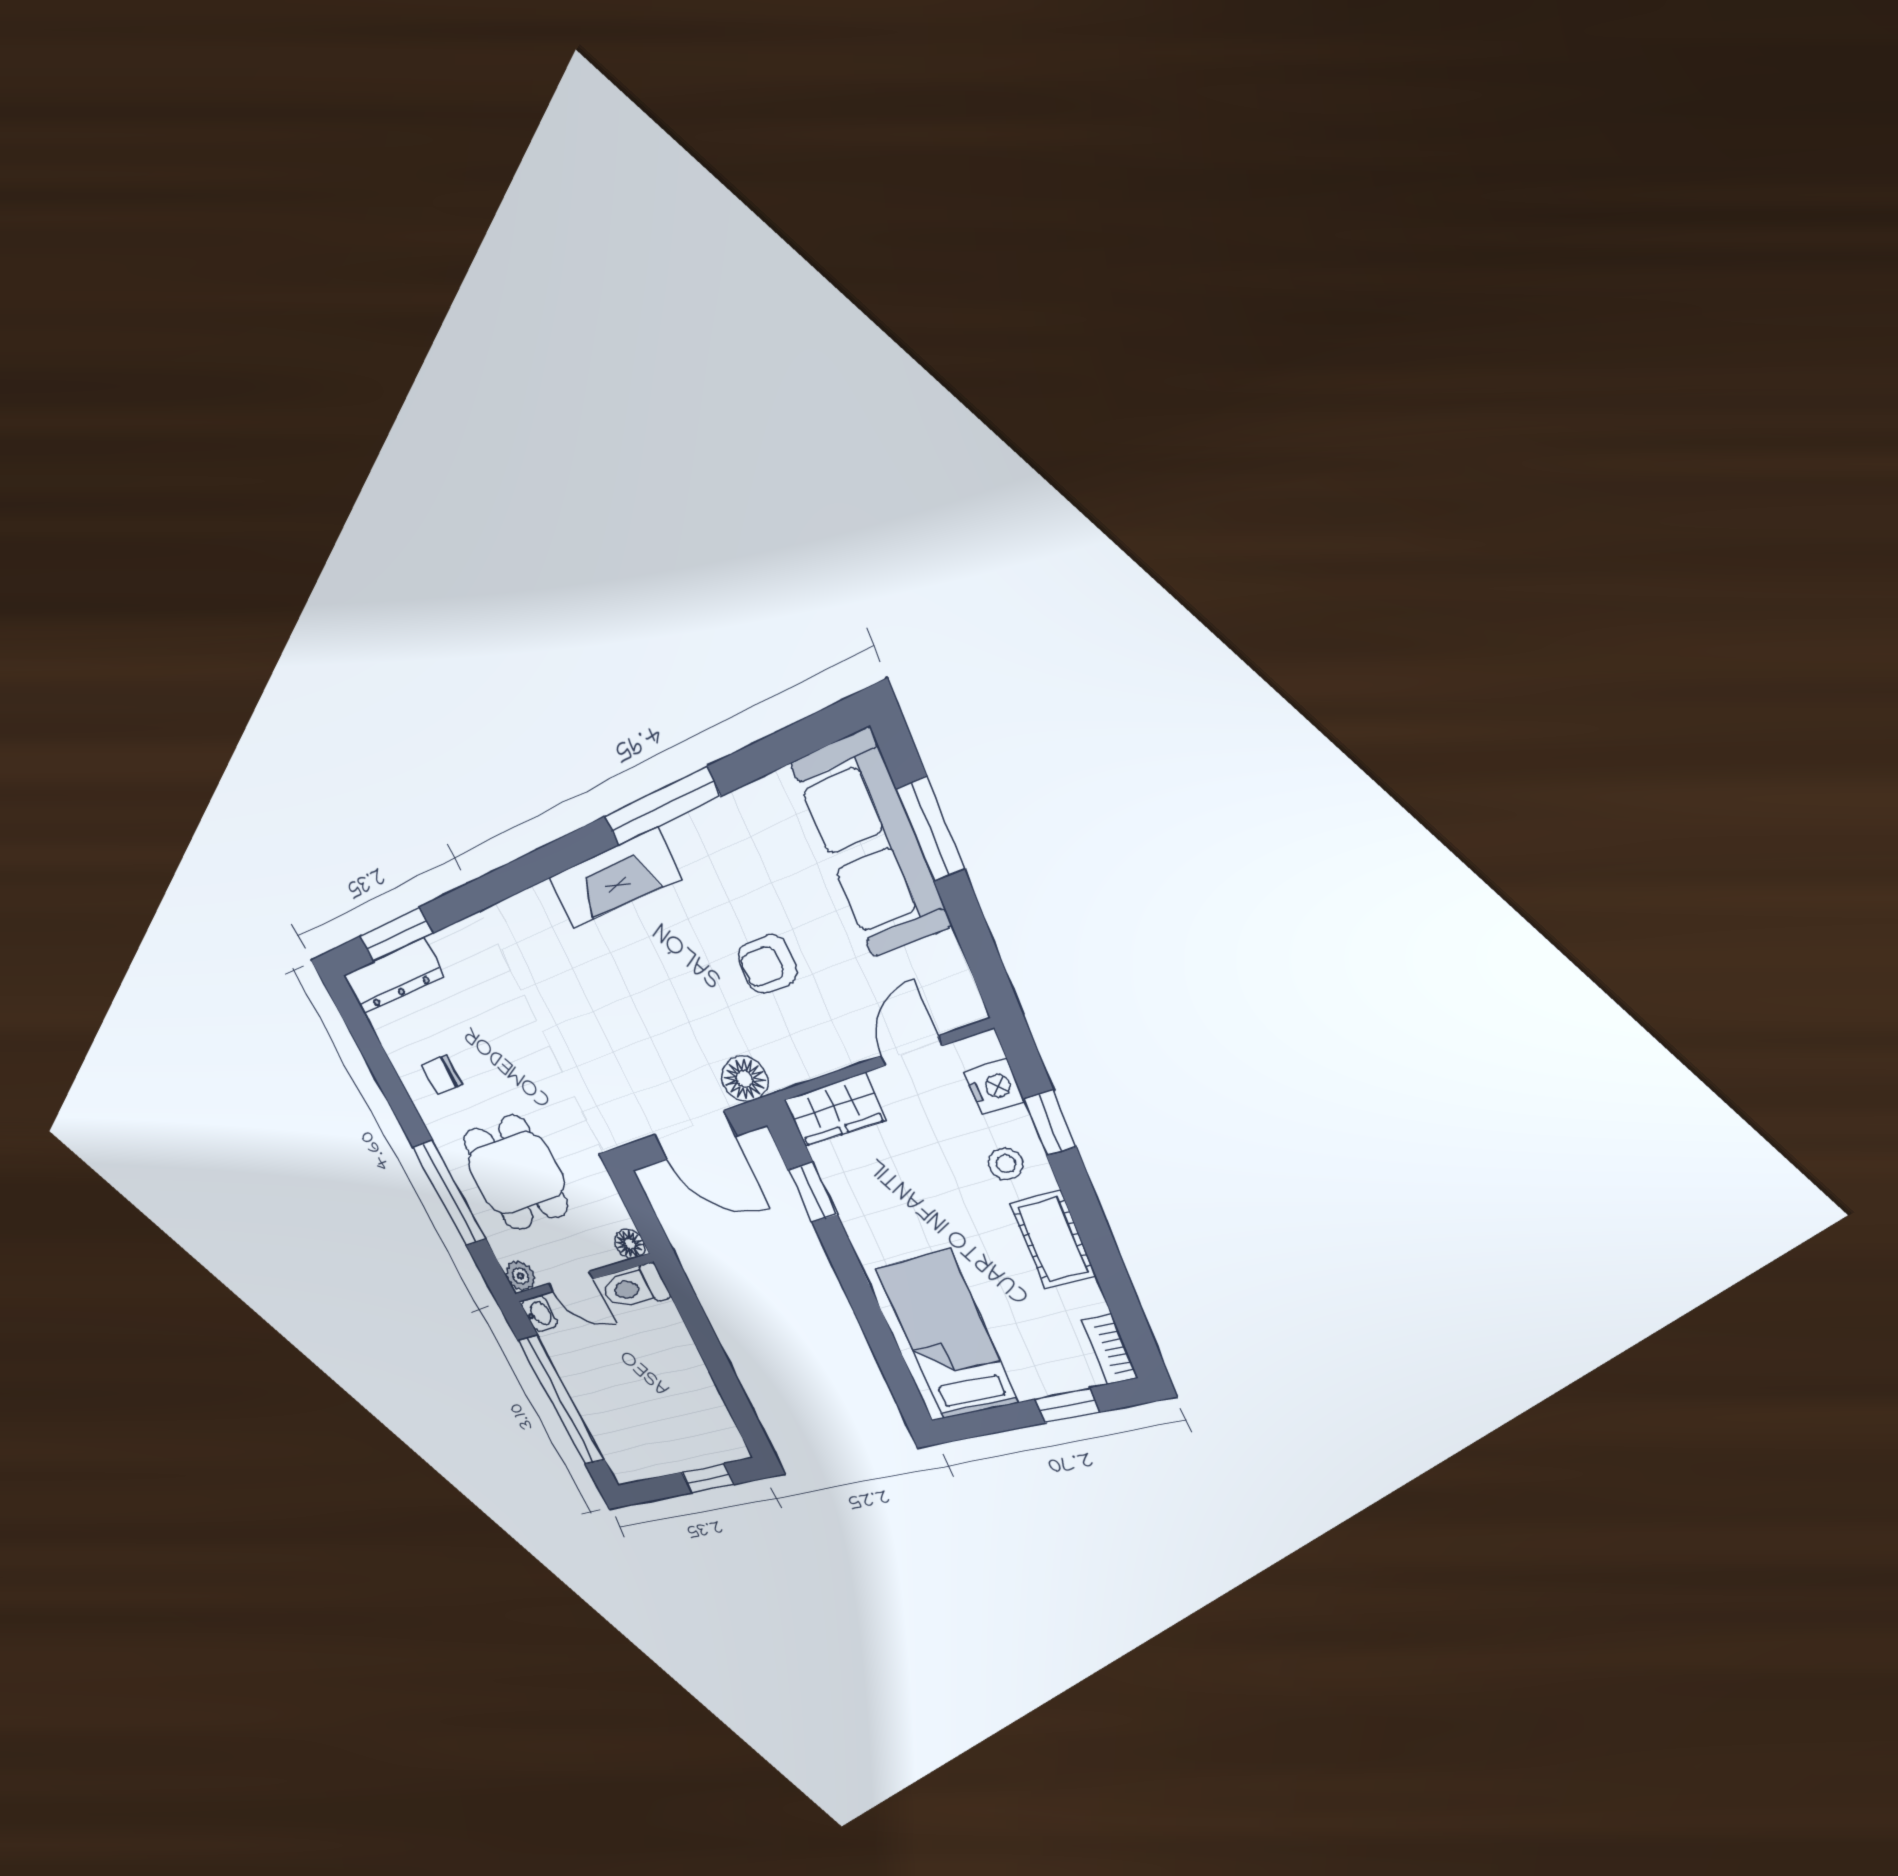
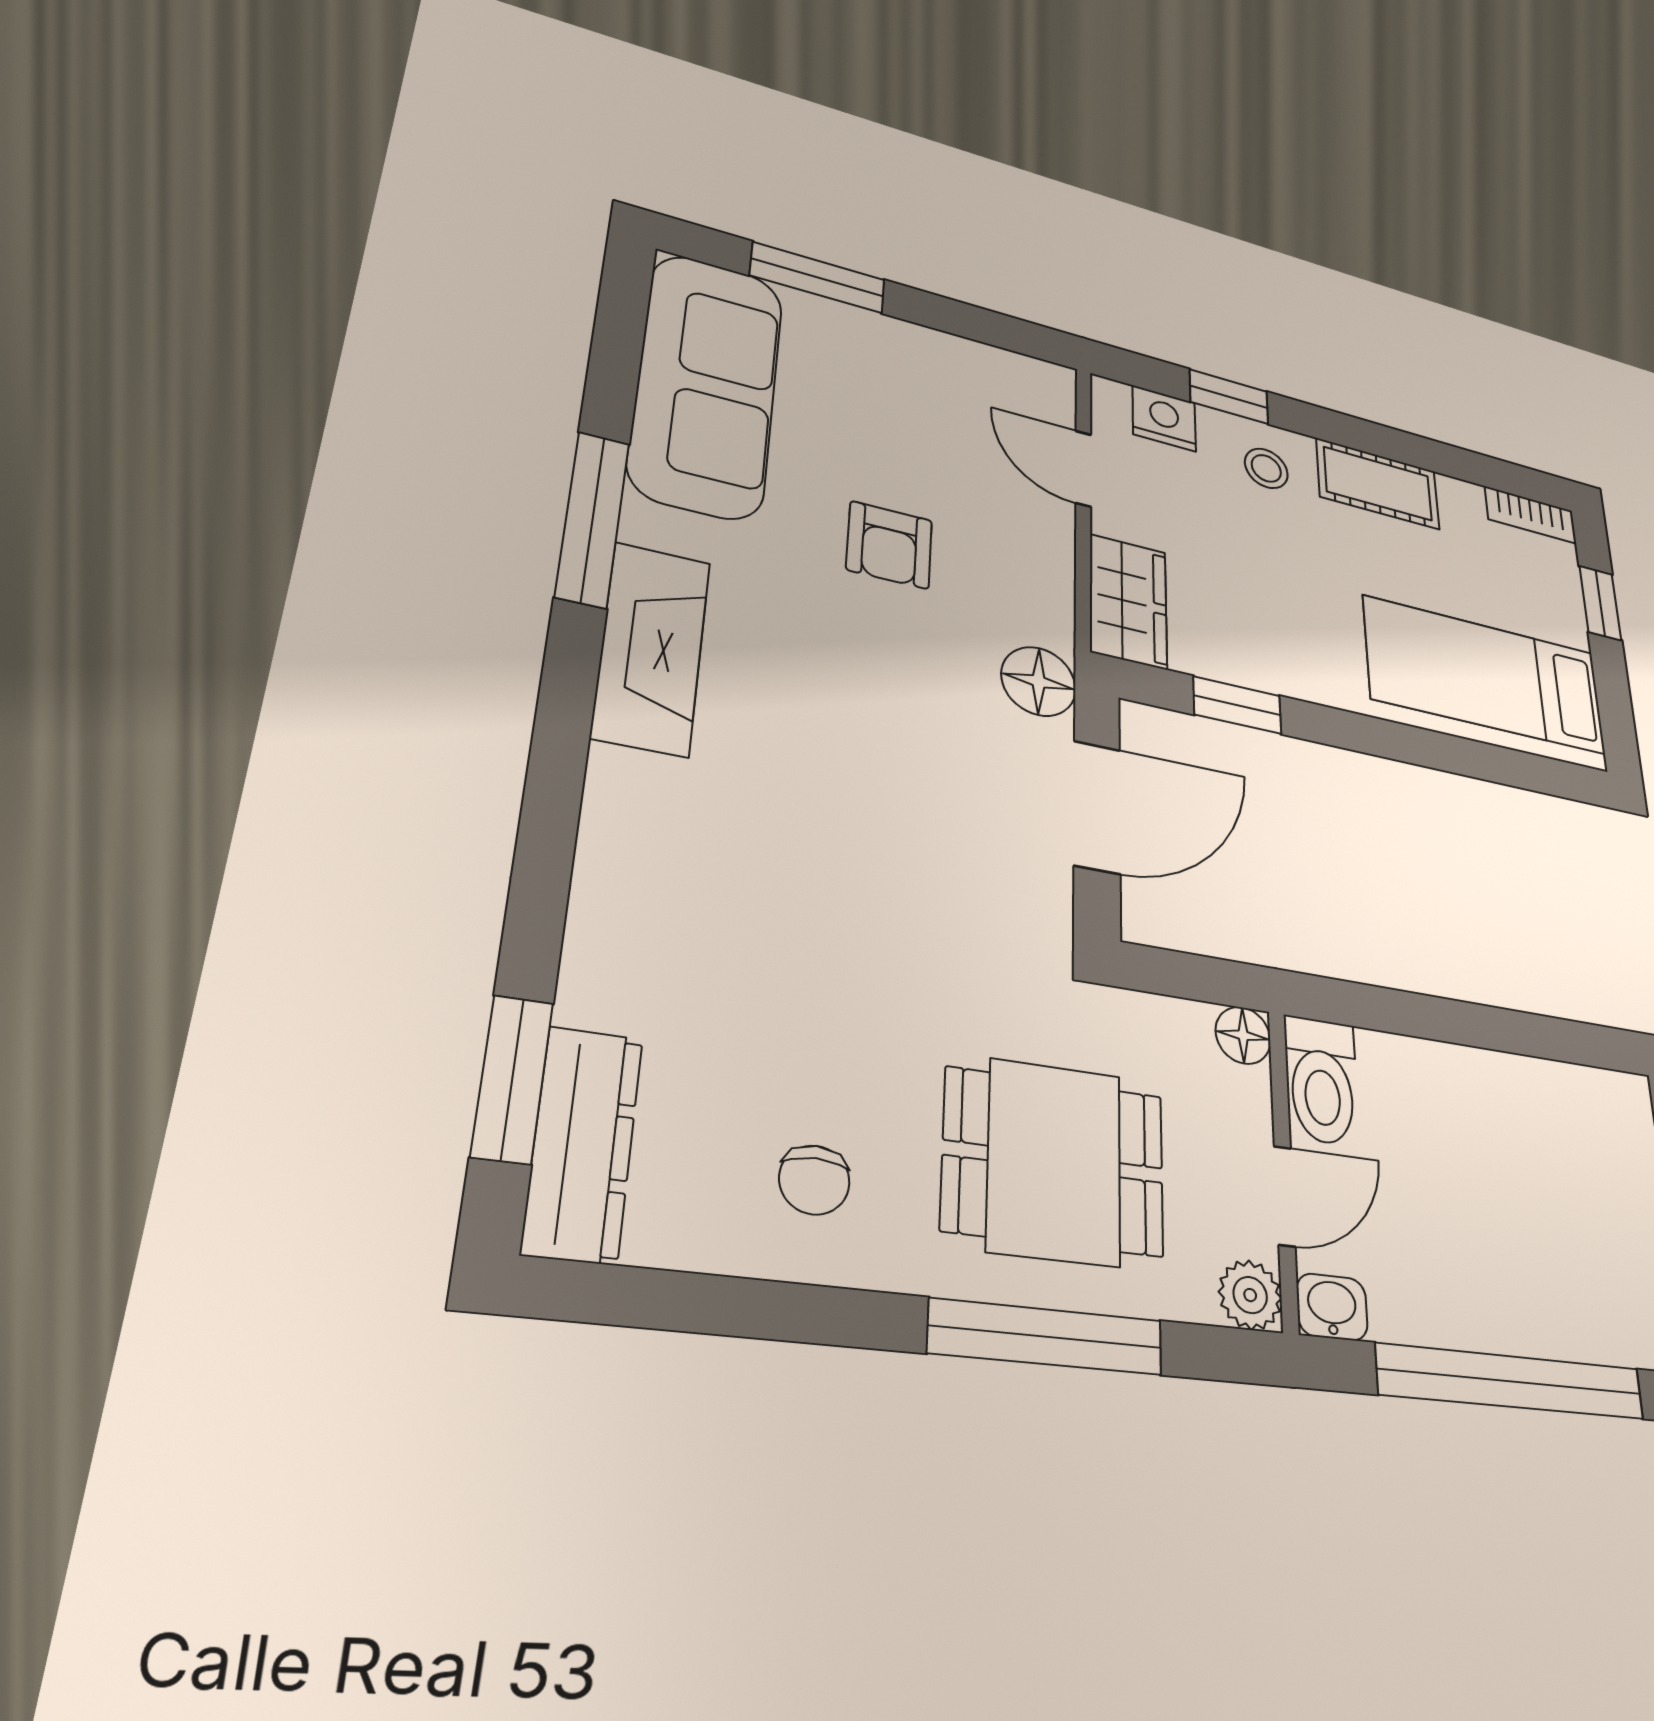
sofa: (872, 845) -> (707, 385), moved, turned -90

